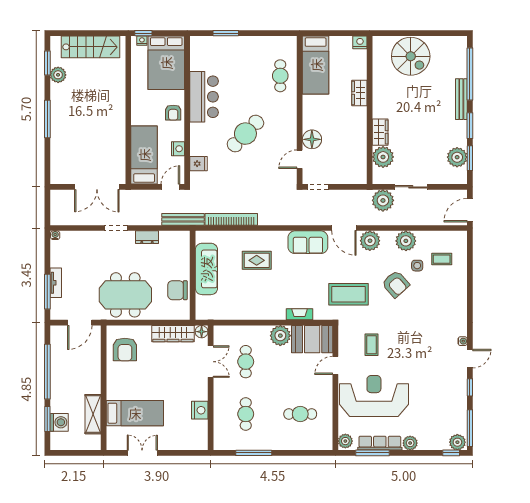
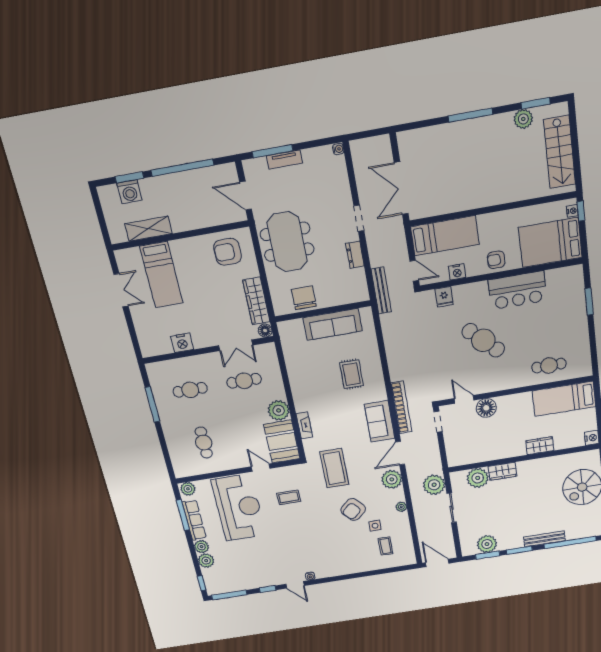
bookcase: (231, 219) -> (401, 407), moved
plant: (406, 241) -> (401, 507), width x0.53, depth x0.53
plant: (457, 442) -> (206, 561), moved

